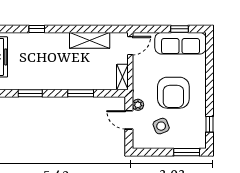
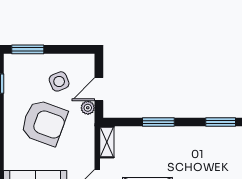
armchair: (173, 93) -> (44, 123), turned 110
door: (129, 120) -> (99, 89), swing flipped

